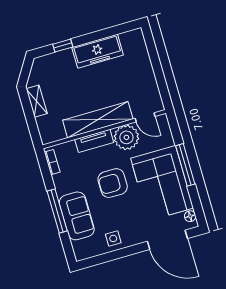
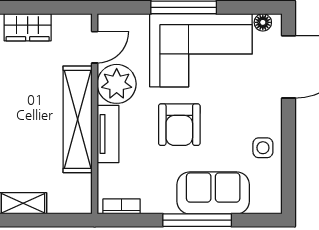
wardrobe: (145, 73) -> (28, 27), added

